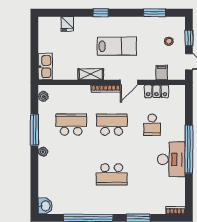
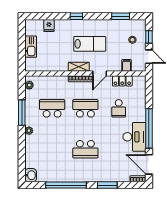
kitchen sink: (45, 67) -> (31, 47), moved
shelving: (91, 74) -> (79, 67), moved
door: (189, 193) -> (149, 164), added

